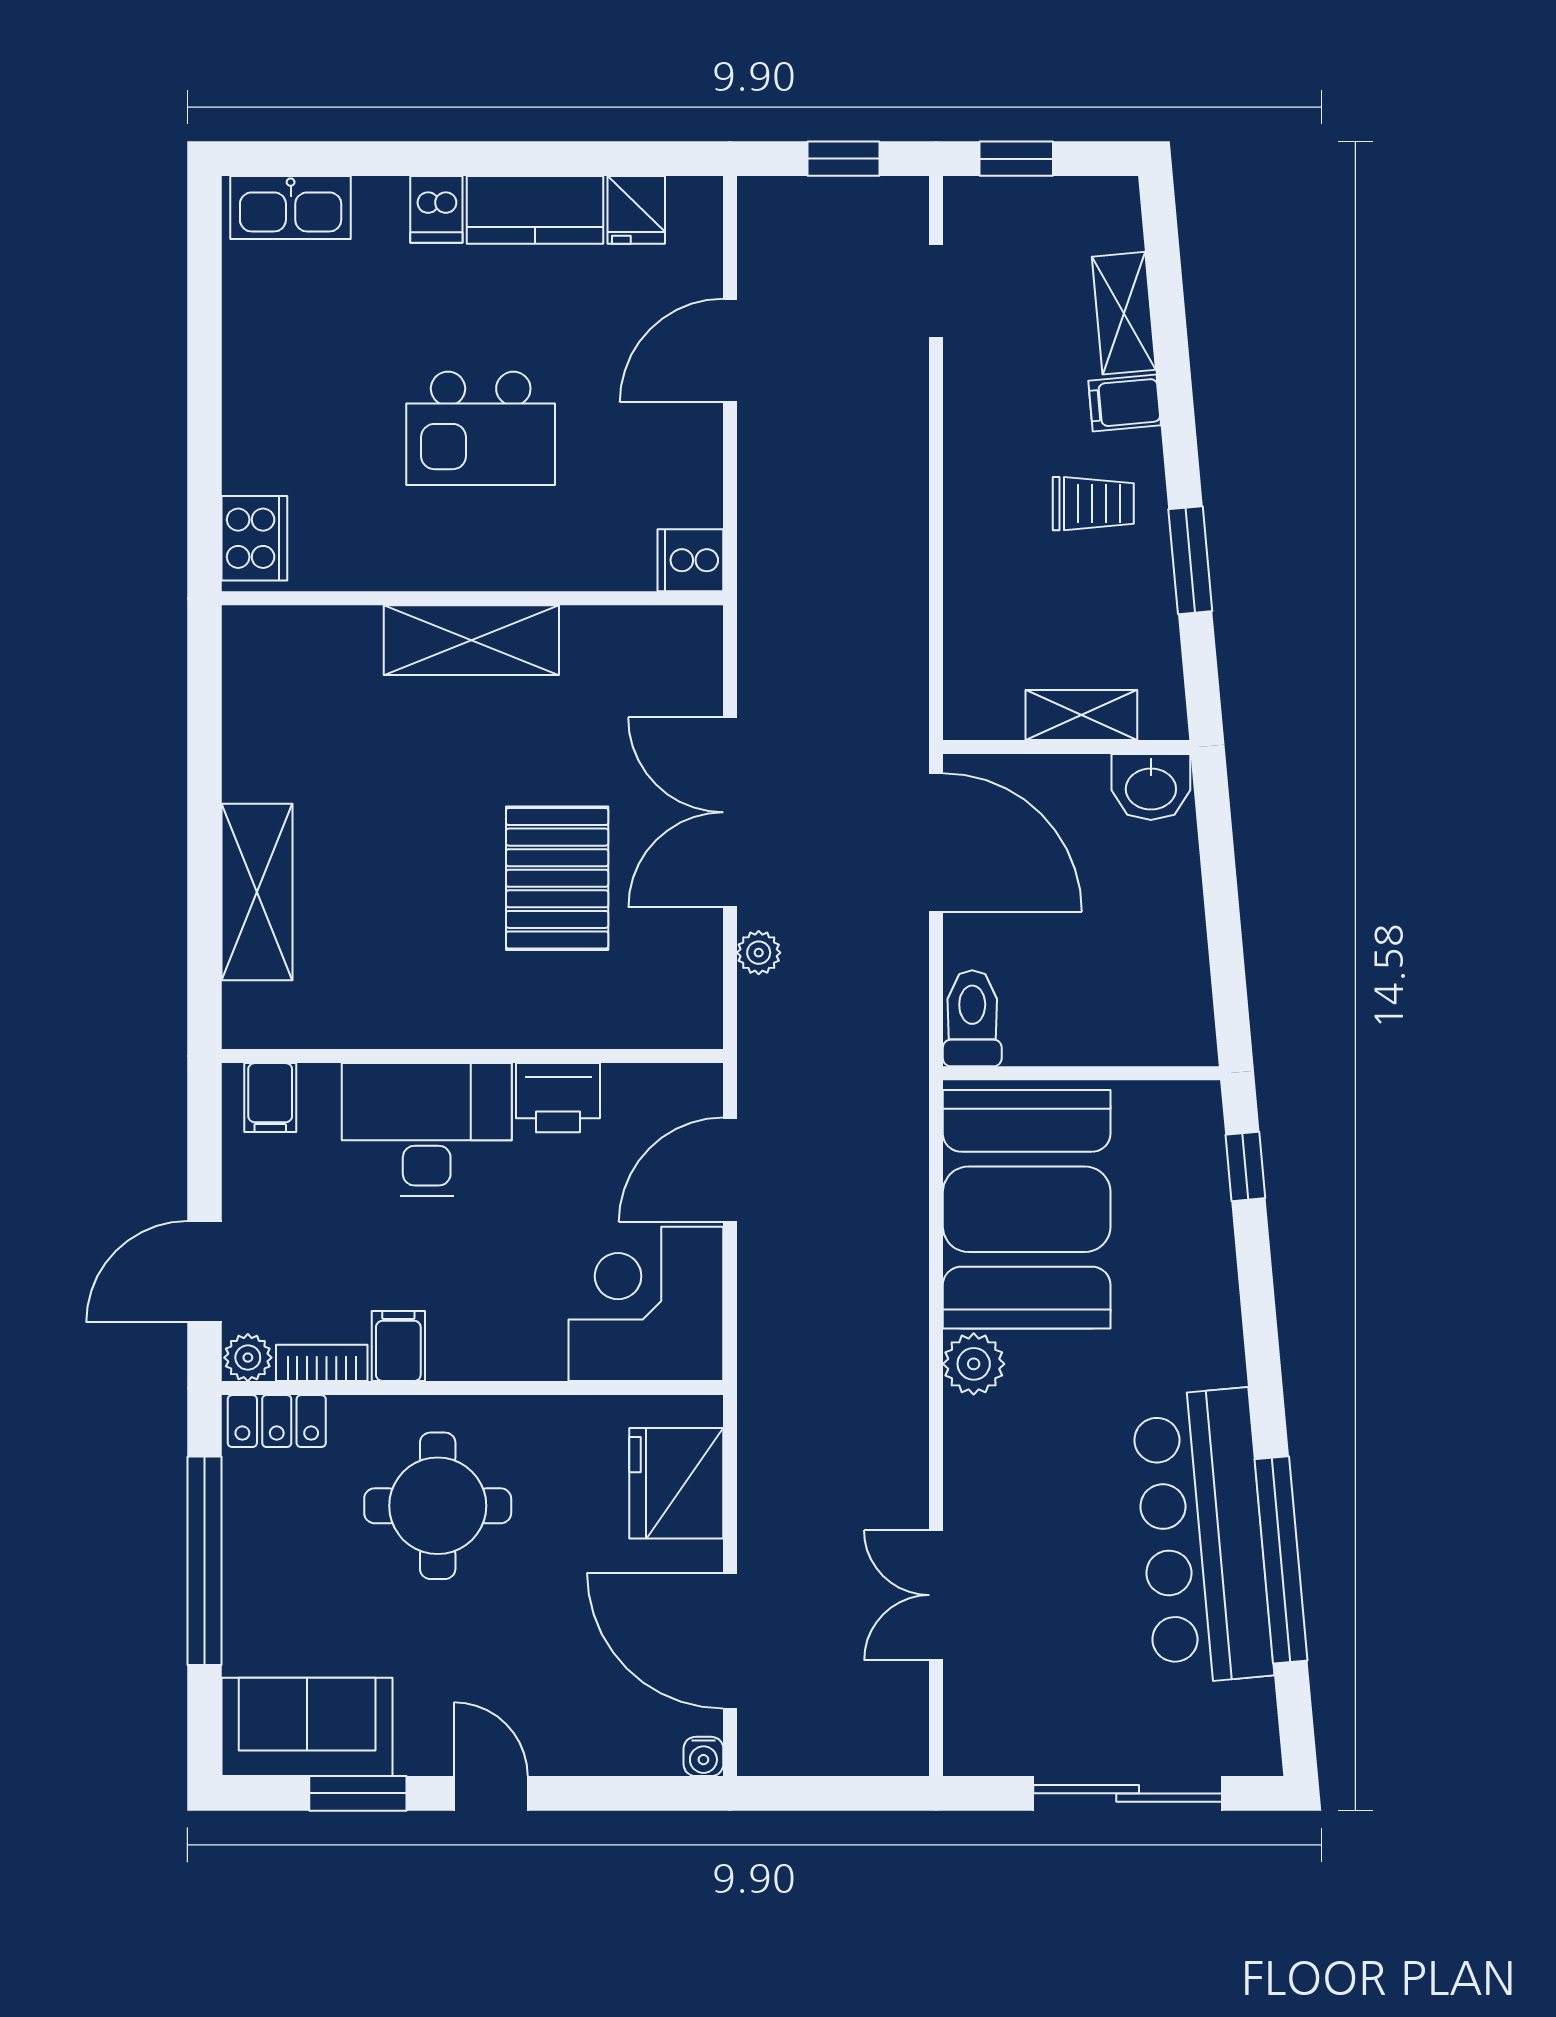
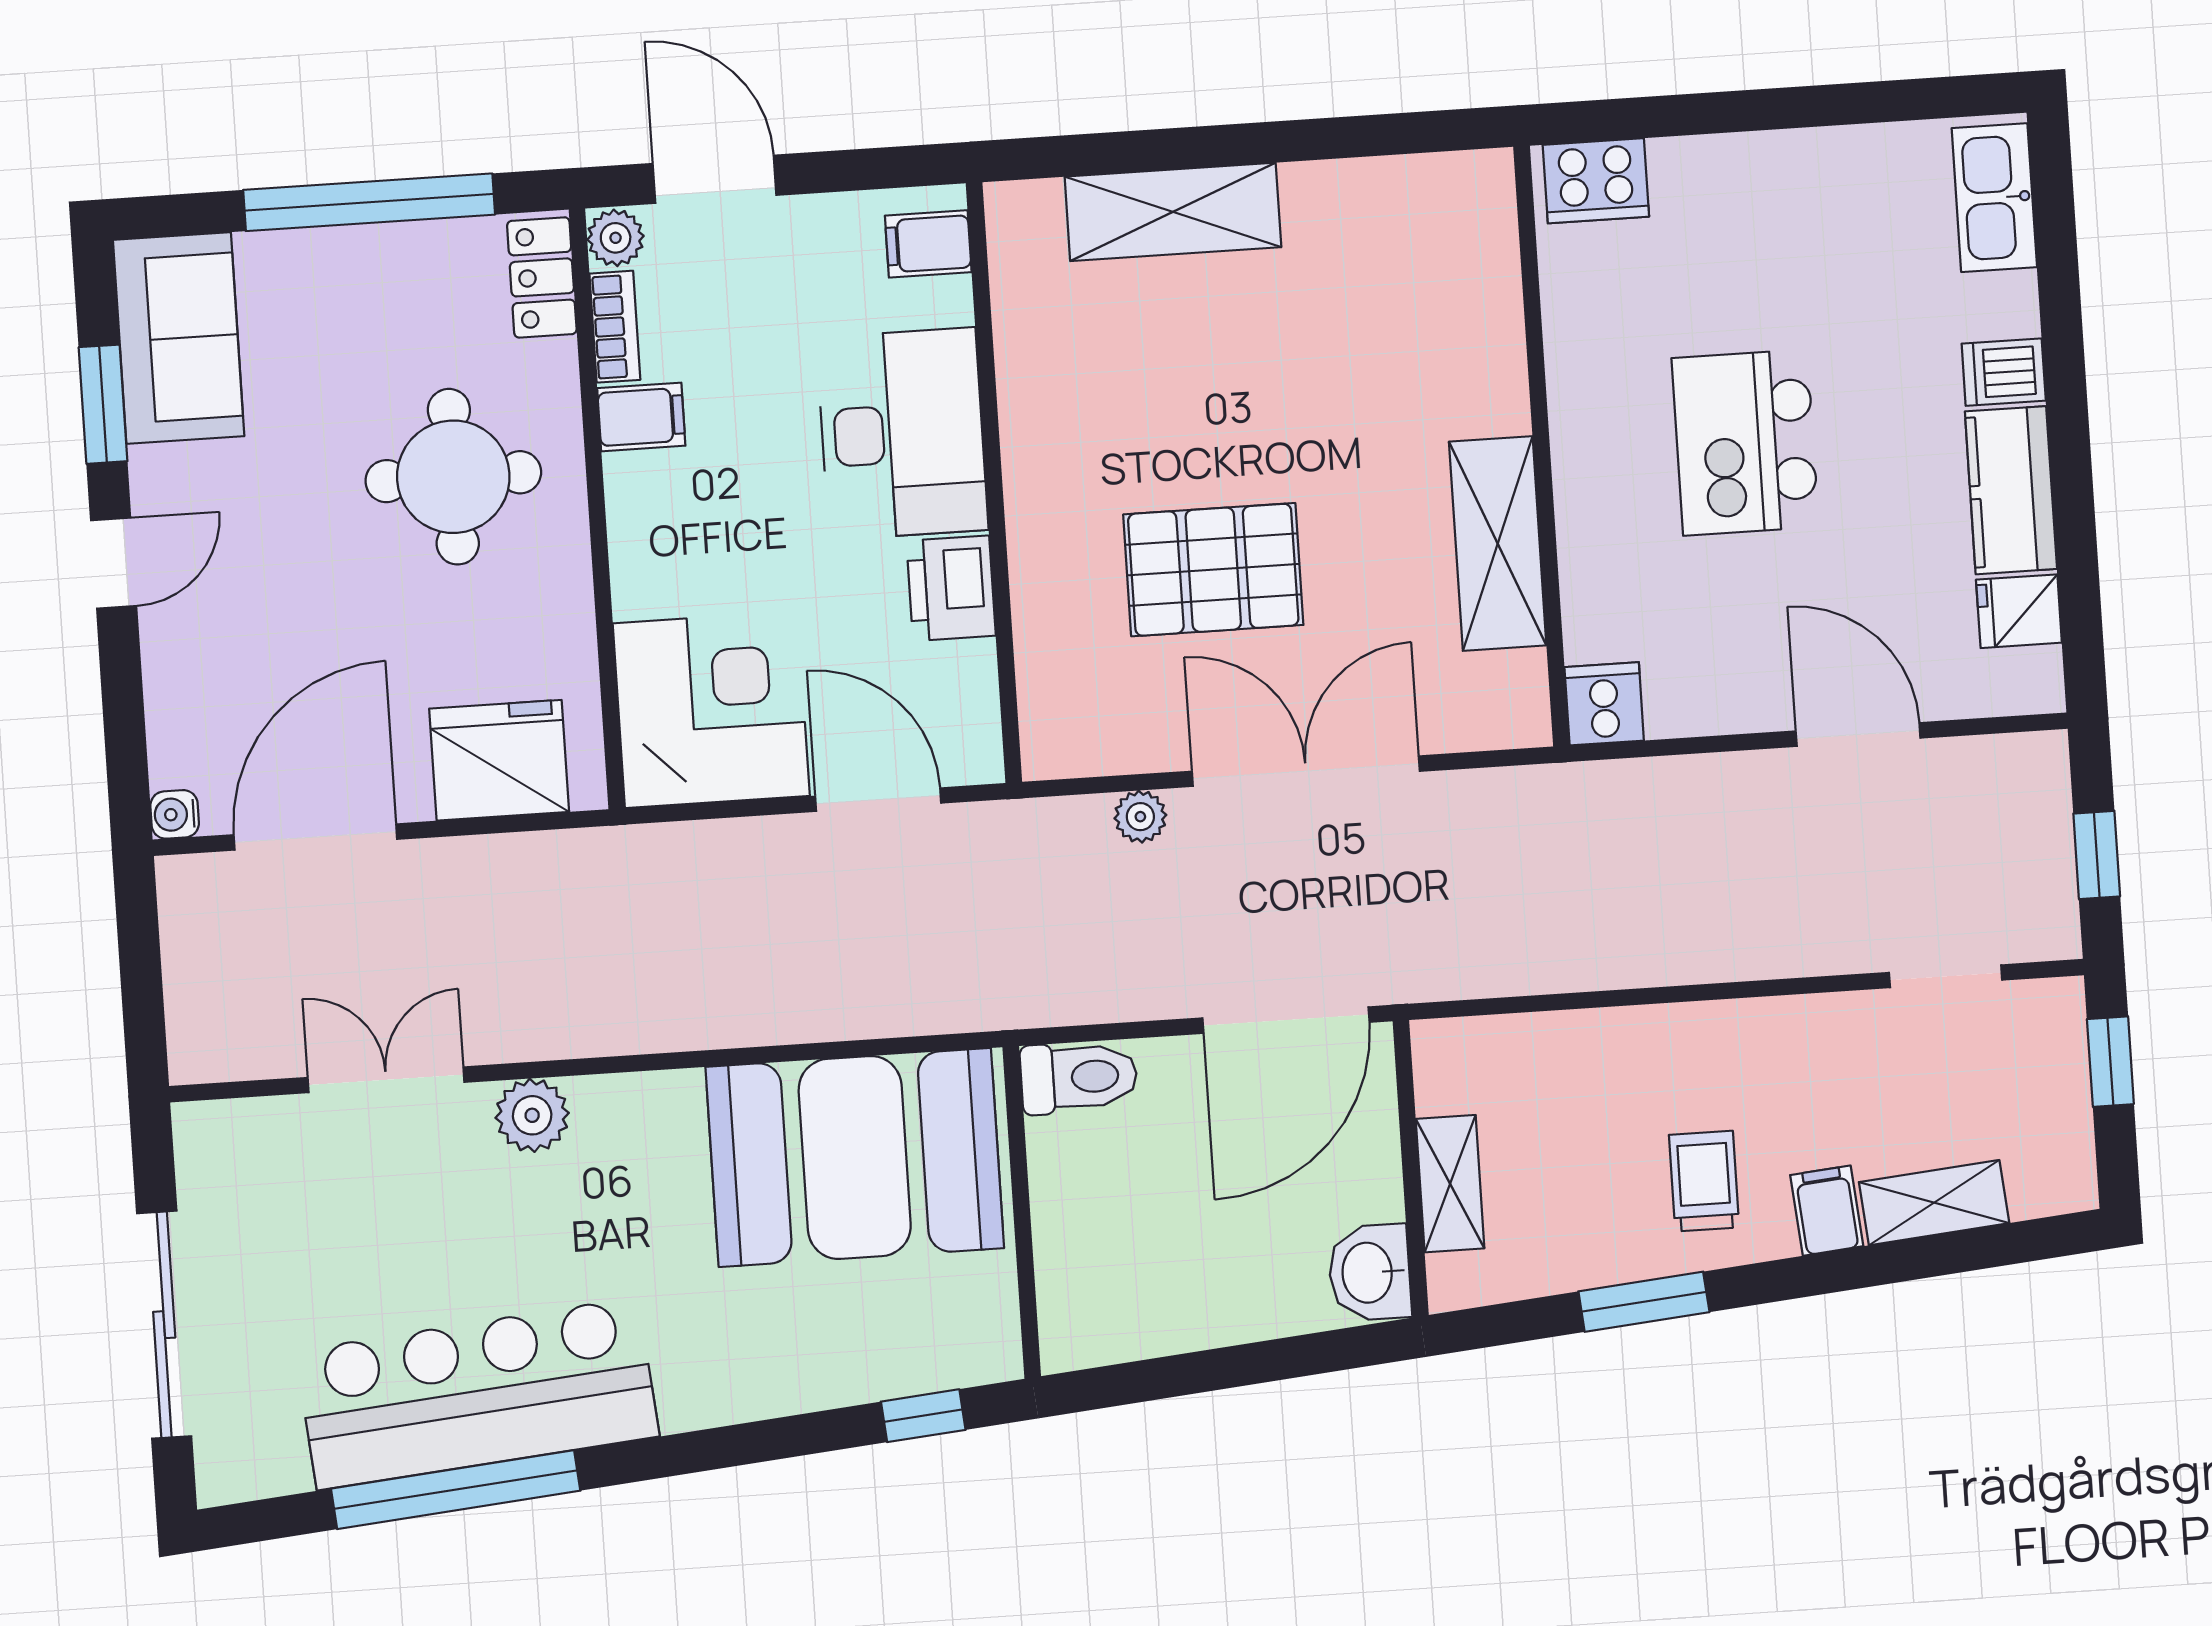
trolley: (1093, 504) -> (1704, 1181), turned 180
shelving: (471, 640) -> (1498, 543), moved
plant: (974, 1364) -> (532, 1115), moved

